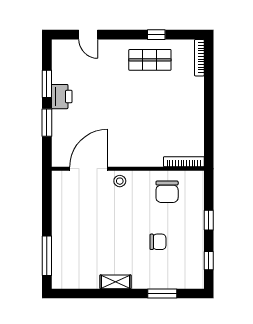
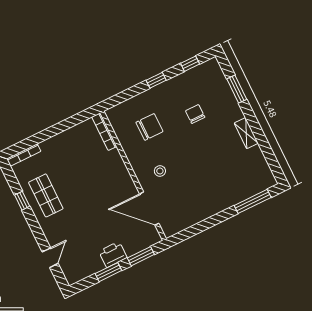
bookcase: (184, 162) -> (104, 132), moved
door: (89, 169) -> (149, 209), moved
wall: (128, 169) -> (133, 176), moved

